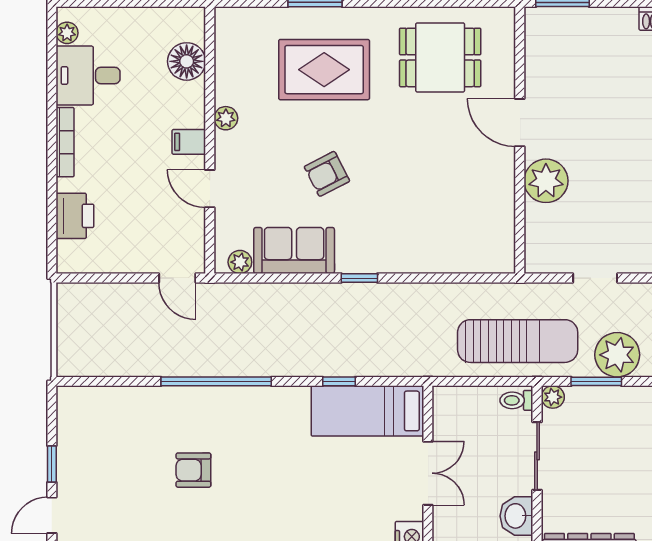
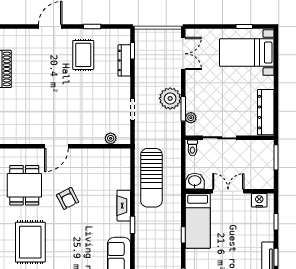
armchair: (327, 174) -> (68, 198), moved
plant: (546, 181) -> (111, 138), moved, width x0.53, depth x0.53
fireplace: (399, 260) -> (124, 206), added
sun lounger: (518, 341) -> (151, 178), moved, turned 180
plant: (553, 397) -> (191, 118), moved
washbasin: (516, 516) -> (195, 181), moved, turned 180

